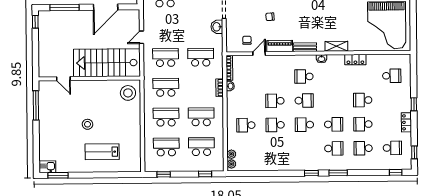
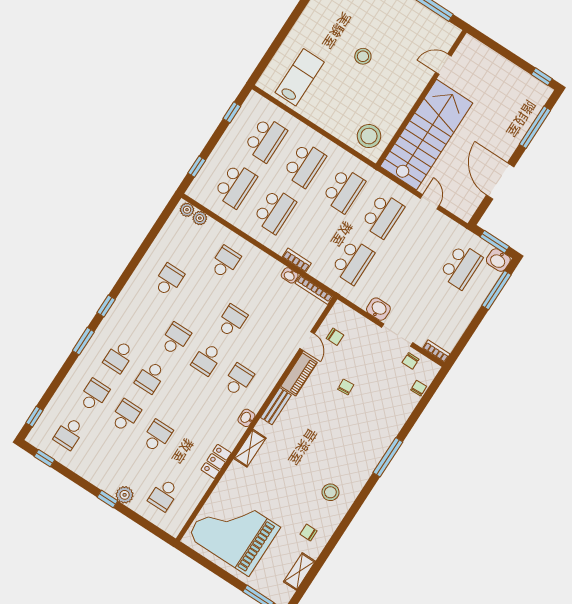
plant: (406, 97) -> (125, 495), added
locker: (406, 122) -> (90, 474), removed
school desk: (275, 125) -> (169, 280), moved
lab bench: (102, 152) -> (300, 77), moved

